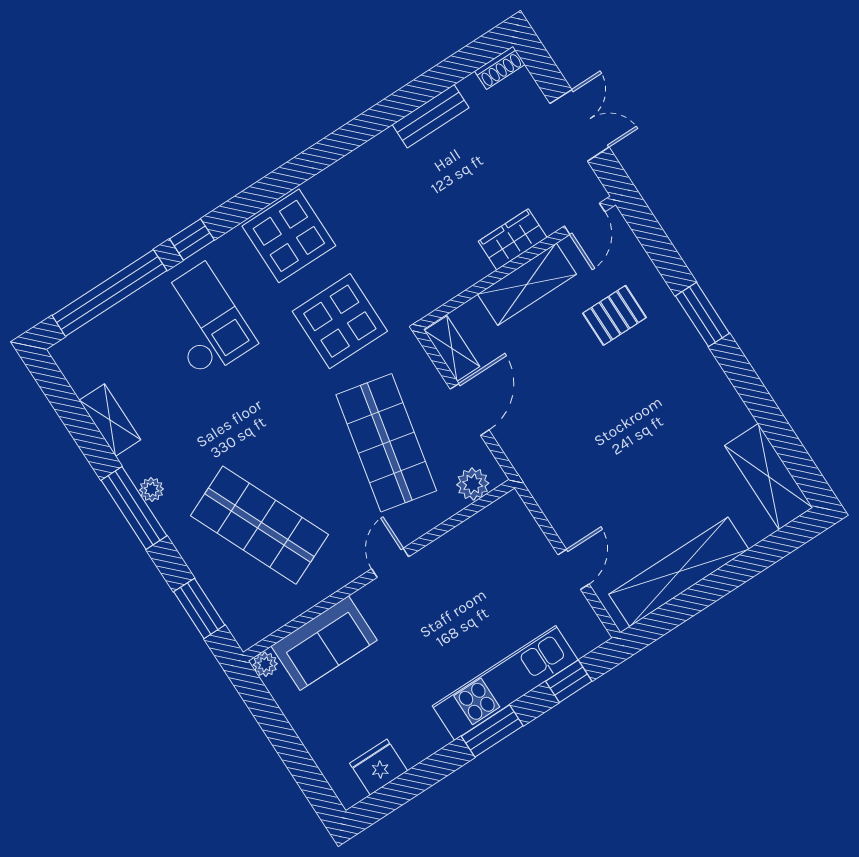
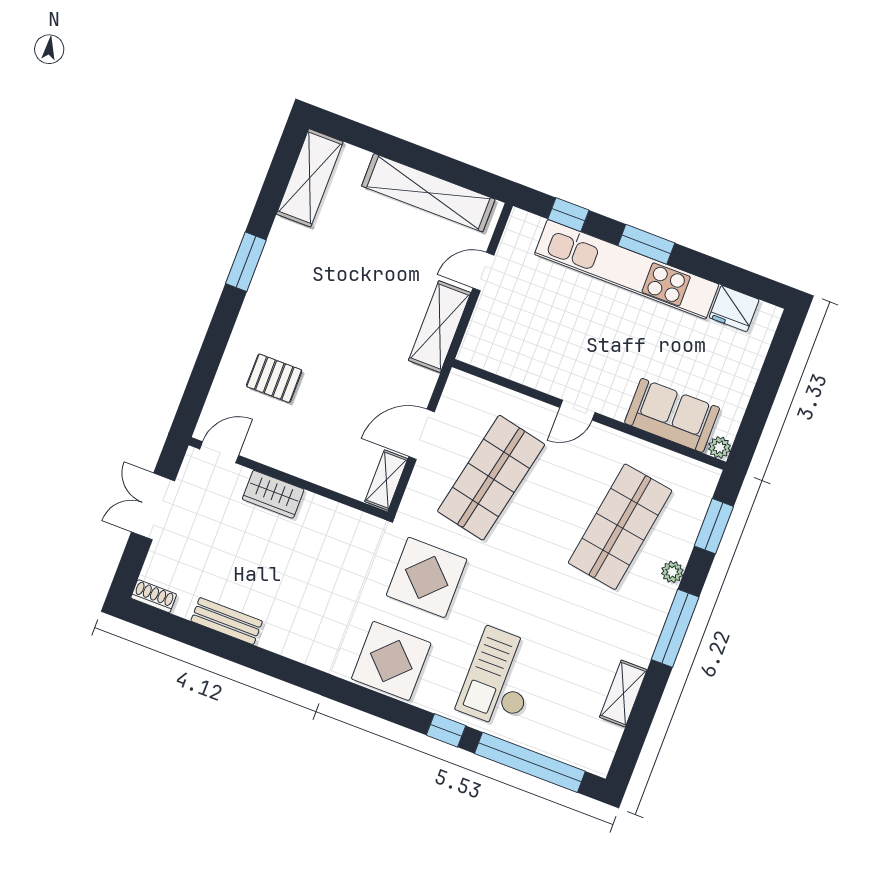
shelving: (527, 284) -> (440, 327), moved, turned 90
window: (702, 315) -> (246, 262), moved
plant: (473, 484) -> (475, 392), removed
plant: (152, 489) -> (672, 572), moved
shop shelf: (259, 525) -> (620, 527), turned 33
kitchen unit: (505, 683) -> (627, 269), width x1.36

